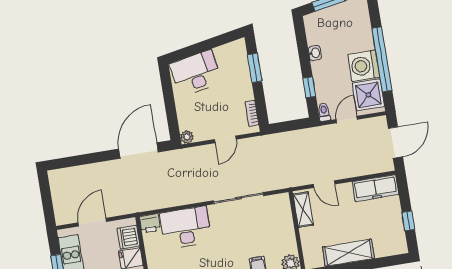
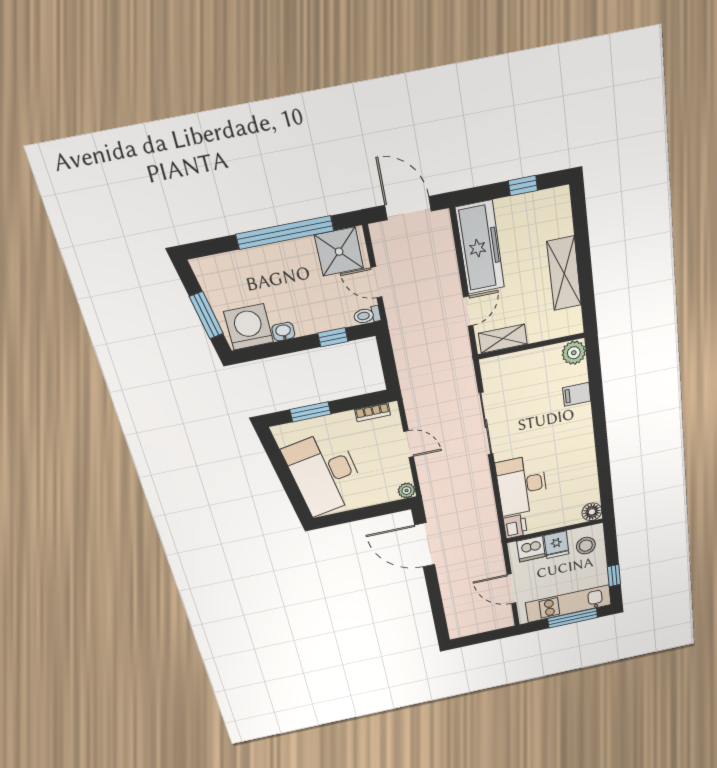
washing machine: (364, 66) -> (249, 327), moved, turned 180
desk: (196, 73) -> (325, 473), width x1.36, depth x1.30
freezer: (376, 188) -> (480, 248), width x1.36, depth x1.26

